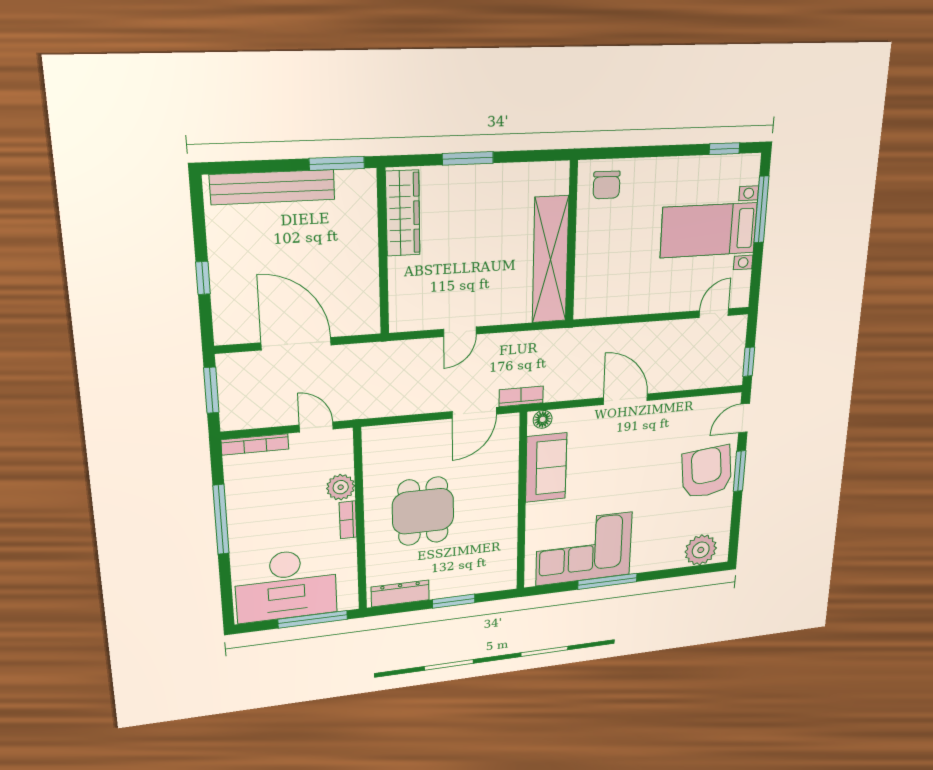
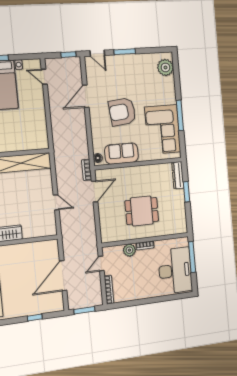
door: (625, 399) -> (86, 96), moved
door: (474, 413) -> (95, 192), hinge flipped
armchair: (707, 472) -> (122, 112), moved
window: (221, 519) -> (143, 302), removed
dresser: (400, 593) -> (178, 175), moved

